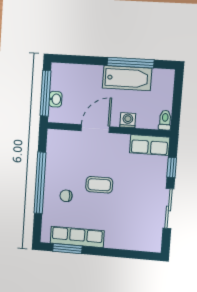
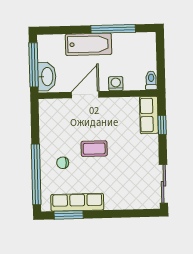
bathtub: (127, 78) -> (89, 44), moved
washbasin: (55, 99) -> (47, 77), width x1.91, depth x1.45
row of seats: (150, 145) -> (149, 115), moved, turned 90
window: (40, 183) -> (36, 174), moved
sliding door: (168, 209) -> (163, 184), moved

